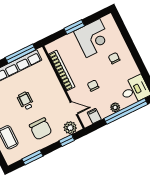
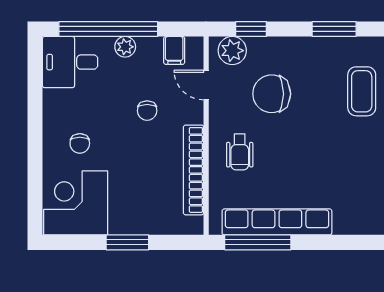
corner desk: (93, 38) -> (76, 203), moved
wheelchair: (26, 101) -> (240, 152), moved
chair: (41, 129) -> (272, 94), moved, turned -90

